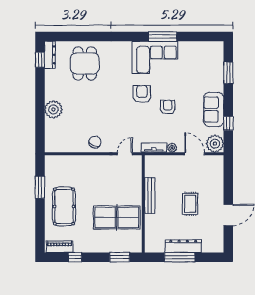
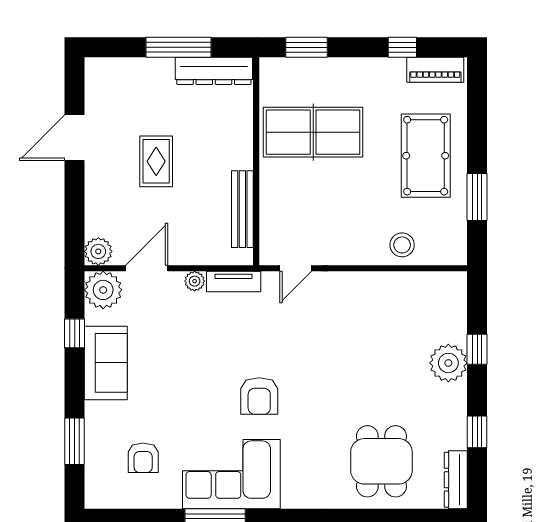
window: (40, 60) -> (477, 432), moved
armchair: (168, 107) -> (143, 458), moved
window: (40, 116) -> (477, 349), added
chair: (95, 142) -> (360, 293), removed
door: (195, 154) -> (147, 268), swing flipped
plant: (217, 162) -> (98, 251), added
stool: (75, 165) -> (402, 245), added
bench: (150, 195) -> (242, 209), moved
dresser: (183, 246) -> (214, 71), moved

